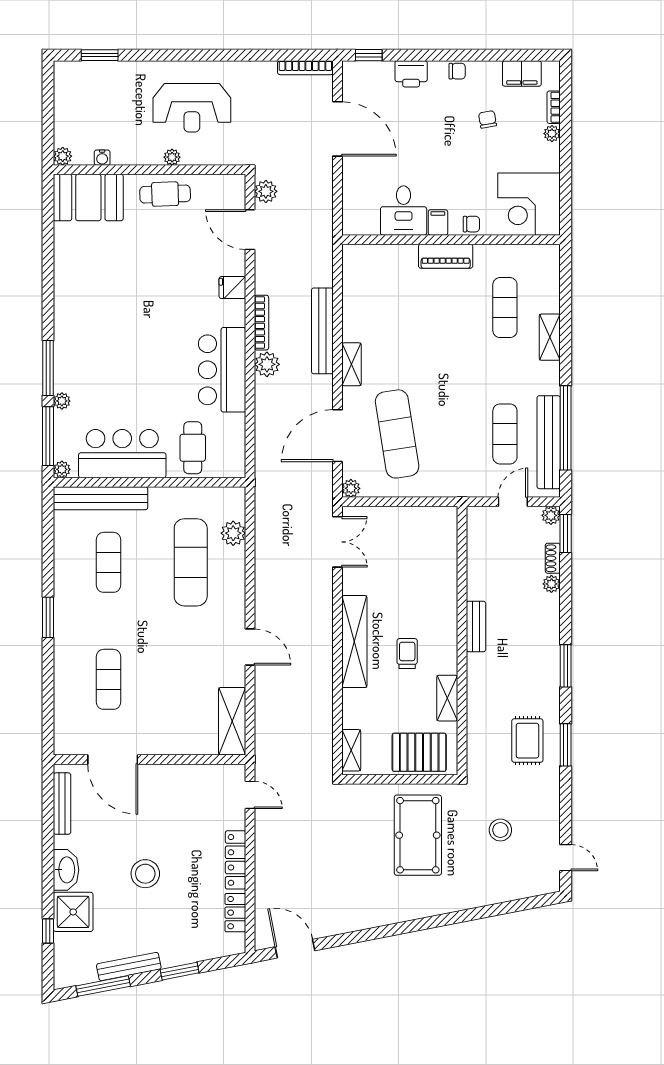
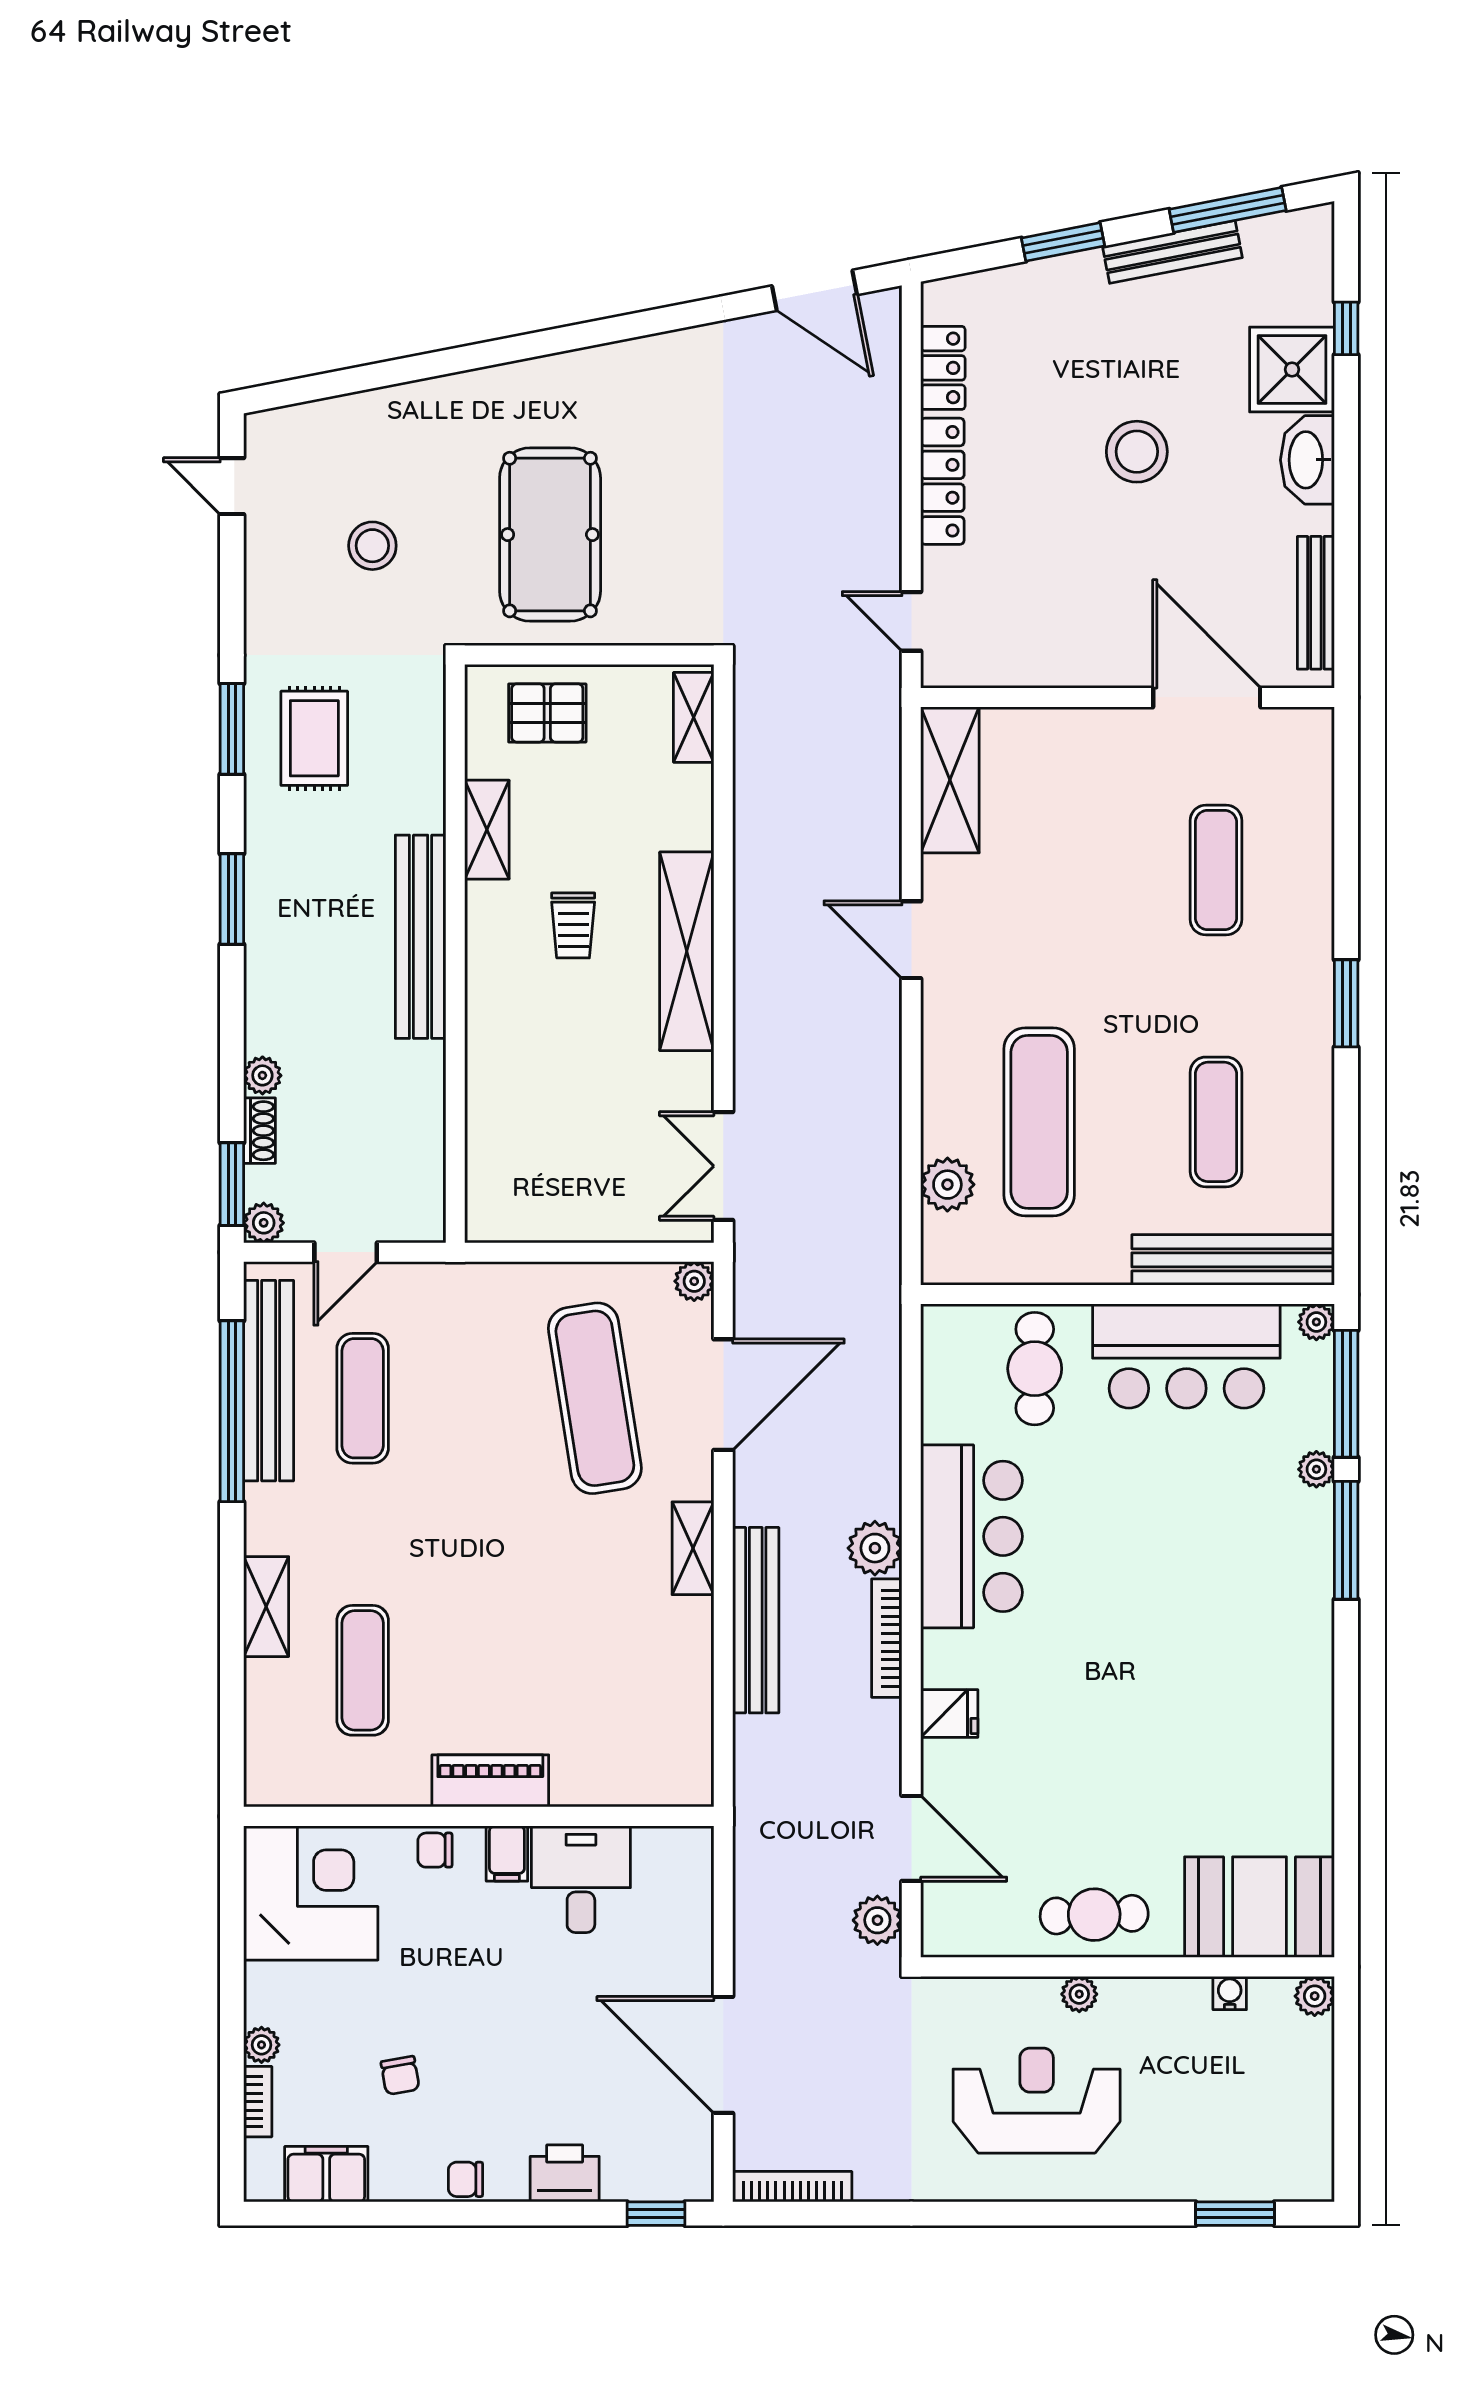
bench: (476, 626) -> (421, 937), width x1.86, depth x1.21
pallet: (419, 752) -> (547, 713), width x0.67, depth x0.71

